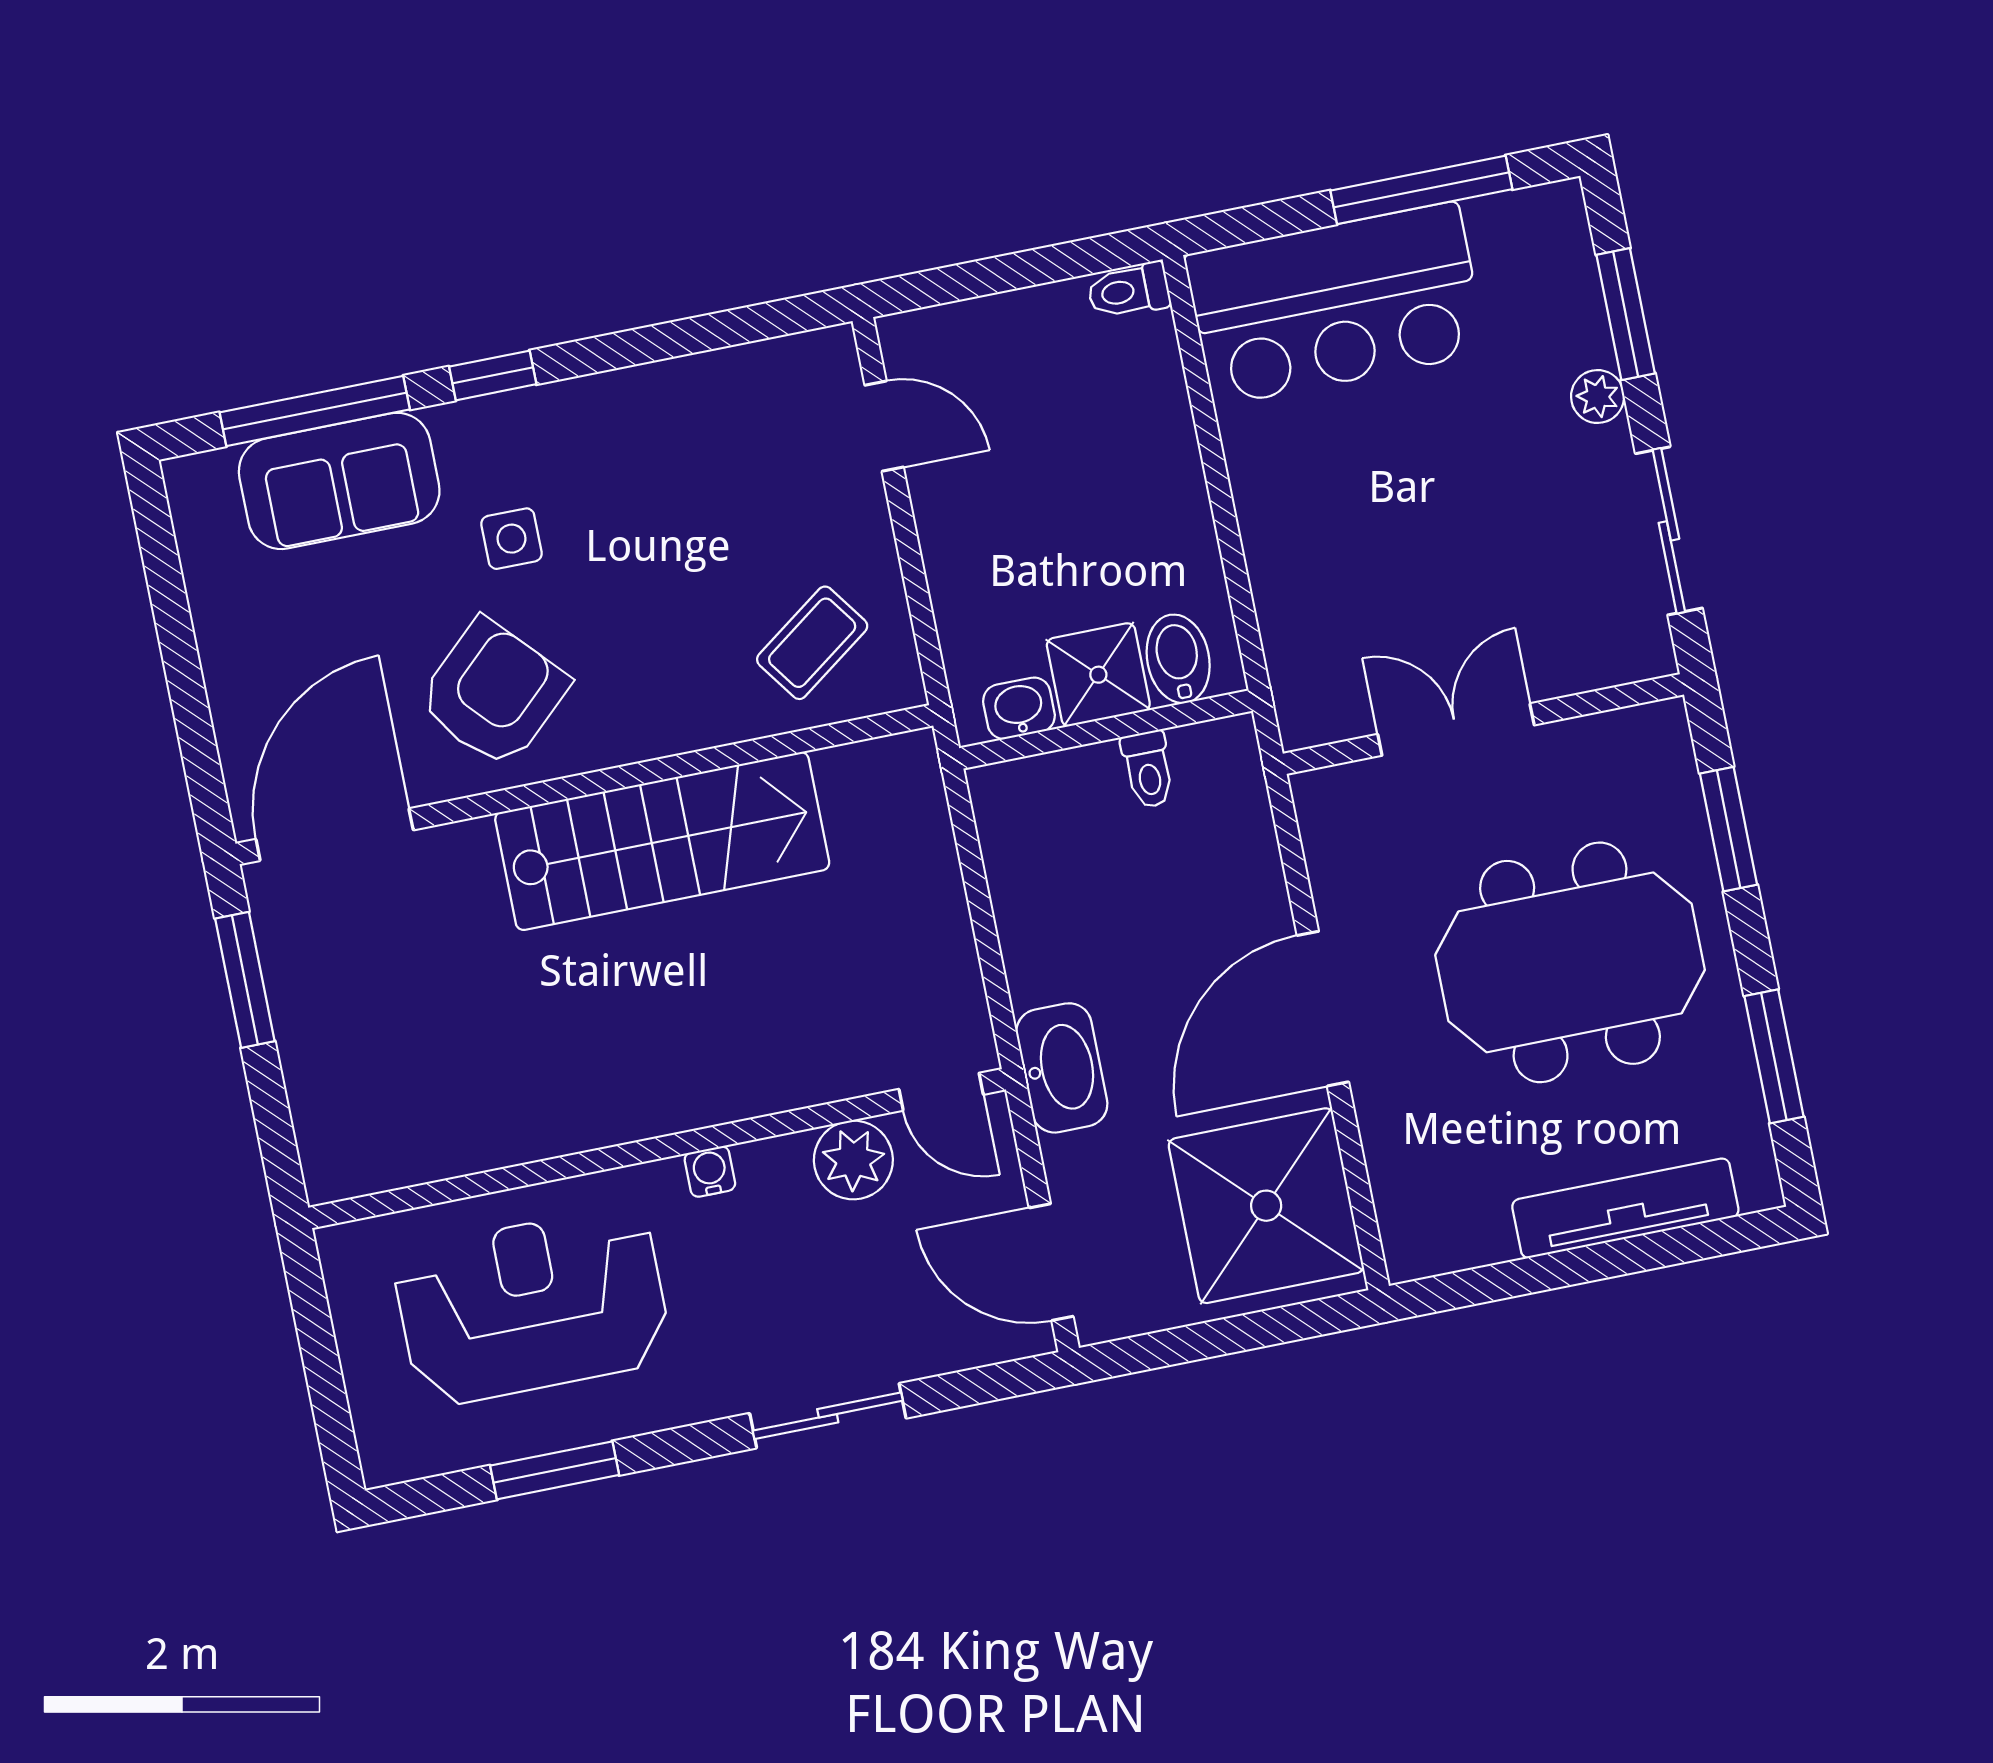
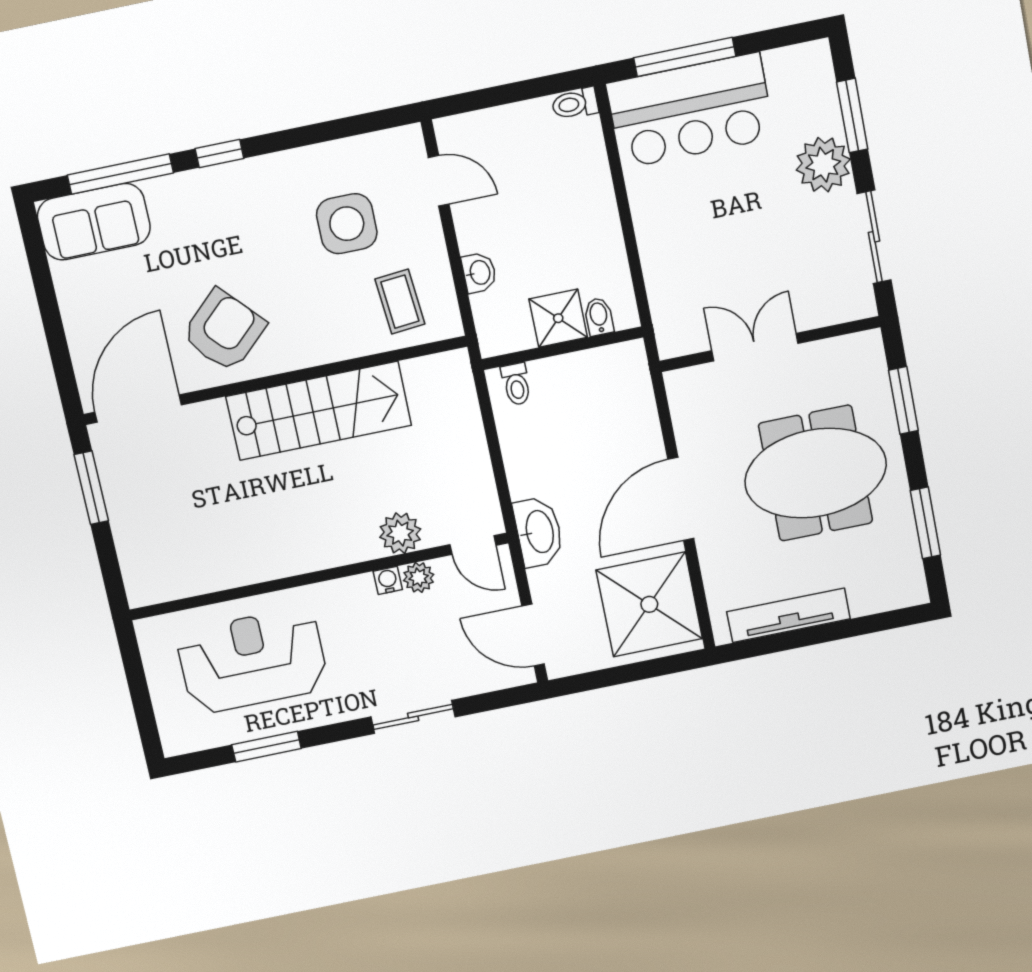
window: (1421, 190) -> (685, 57), moved
plant: (1598, 397) -> (823, 165), width x1.87, depth x1.87
sofa: (339, 481) -> (94, 222), moved
side table: (512, 539) -> (347, 224), moved, width x1.87, depth x1.87
coffee table: (812, 643) -> (400, 302), turned -59
bidet: (1178, 659) -> (599, 317), width x0.72, depth x0.74
washbasin: (1019, 708) -> (479, 273), moved, turned 90
toilet: (1148, 769) -> (516, 384), moved
plant: (808, 1068) -> (400, 533), added
plant: (853, 1160) -> (419, 577), width x0.73, depth x0.73
water cooler: (710, 1172) -> (388, 580), moved
tv unit: (1625, 1208) -> (788, 615), moved

